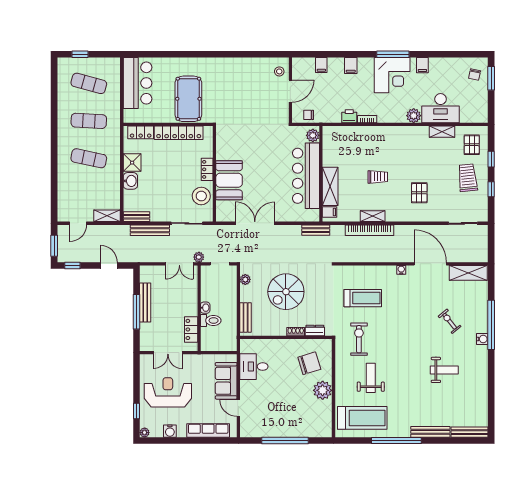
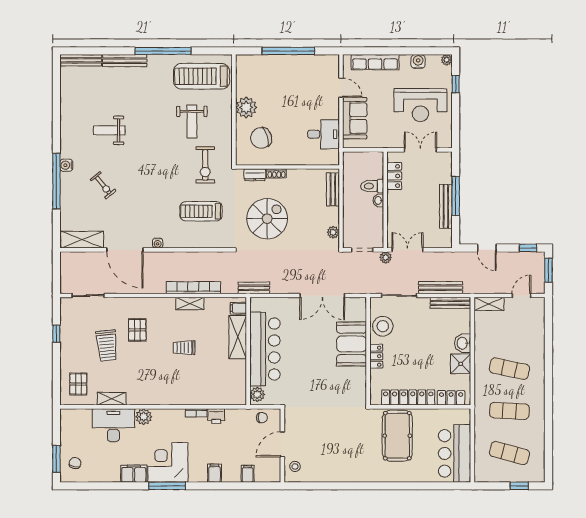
filing cabinet: (422, 65) -> (134, 474), width x2.00
window: (491, 159) -> (56, 368), removed
trolley: (468, 178) -> (107, 345), moved
bench: (136, 217) -> (450, 303), width x1.36
spiral stairs: (286, 292) -> (267, 219), moved

